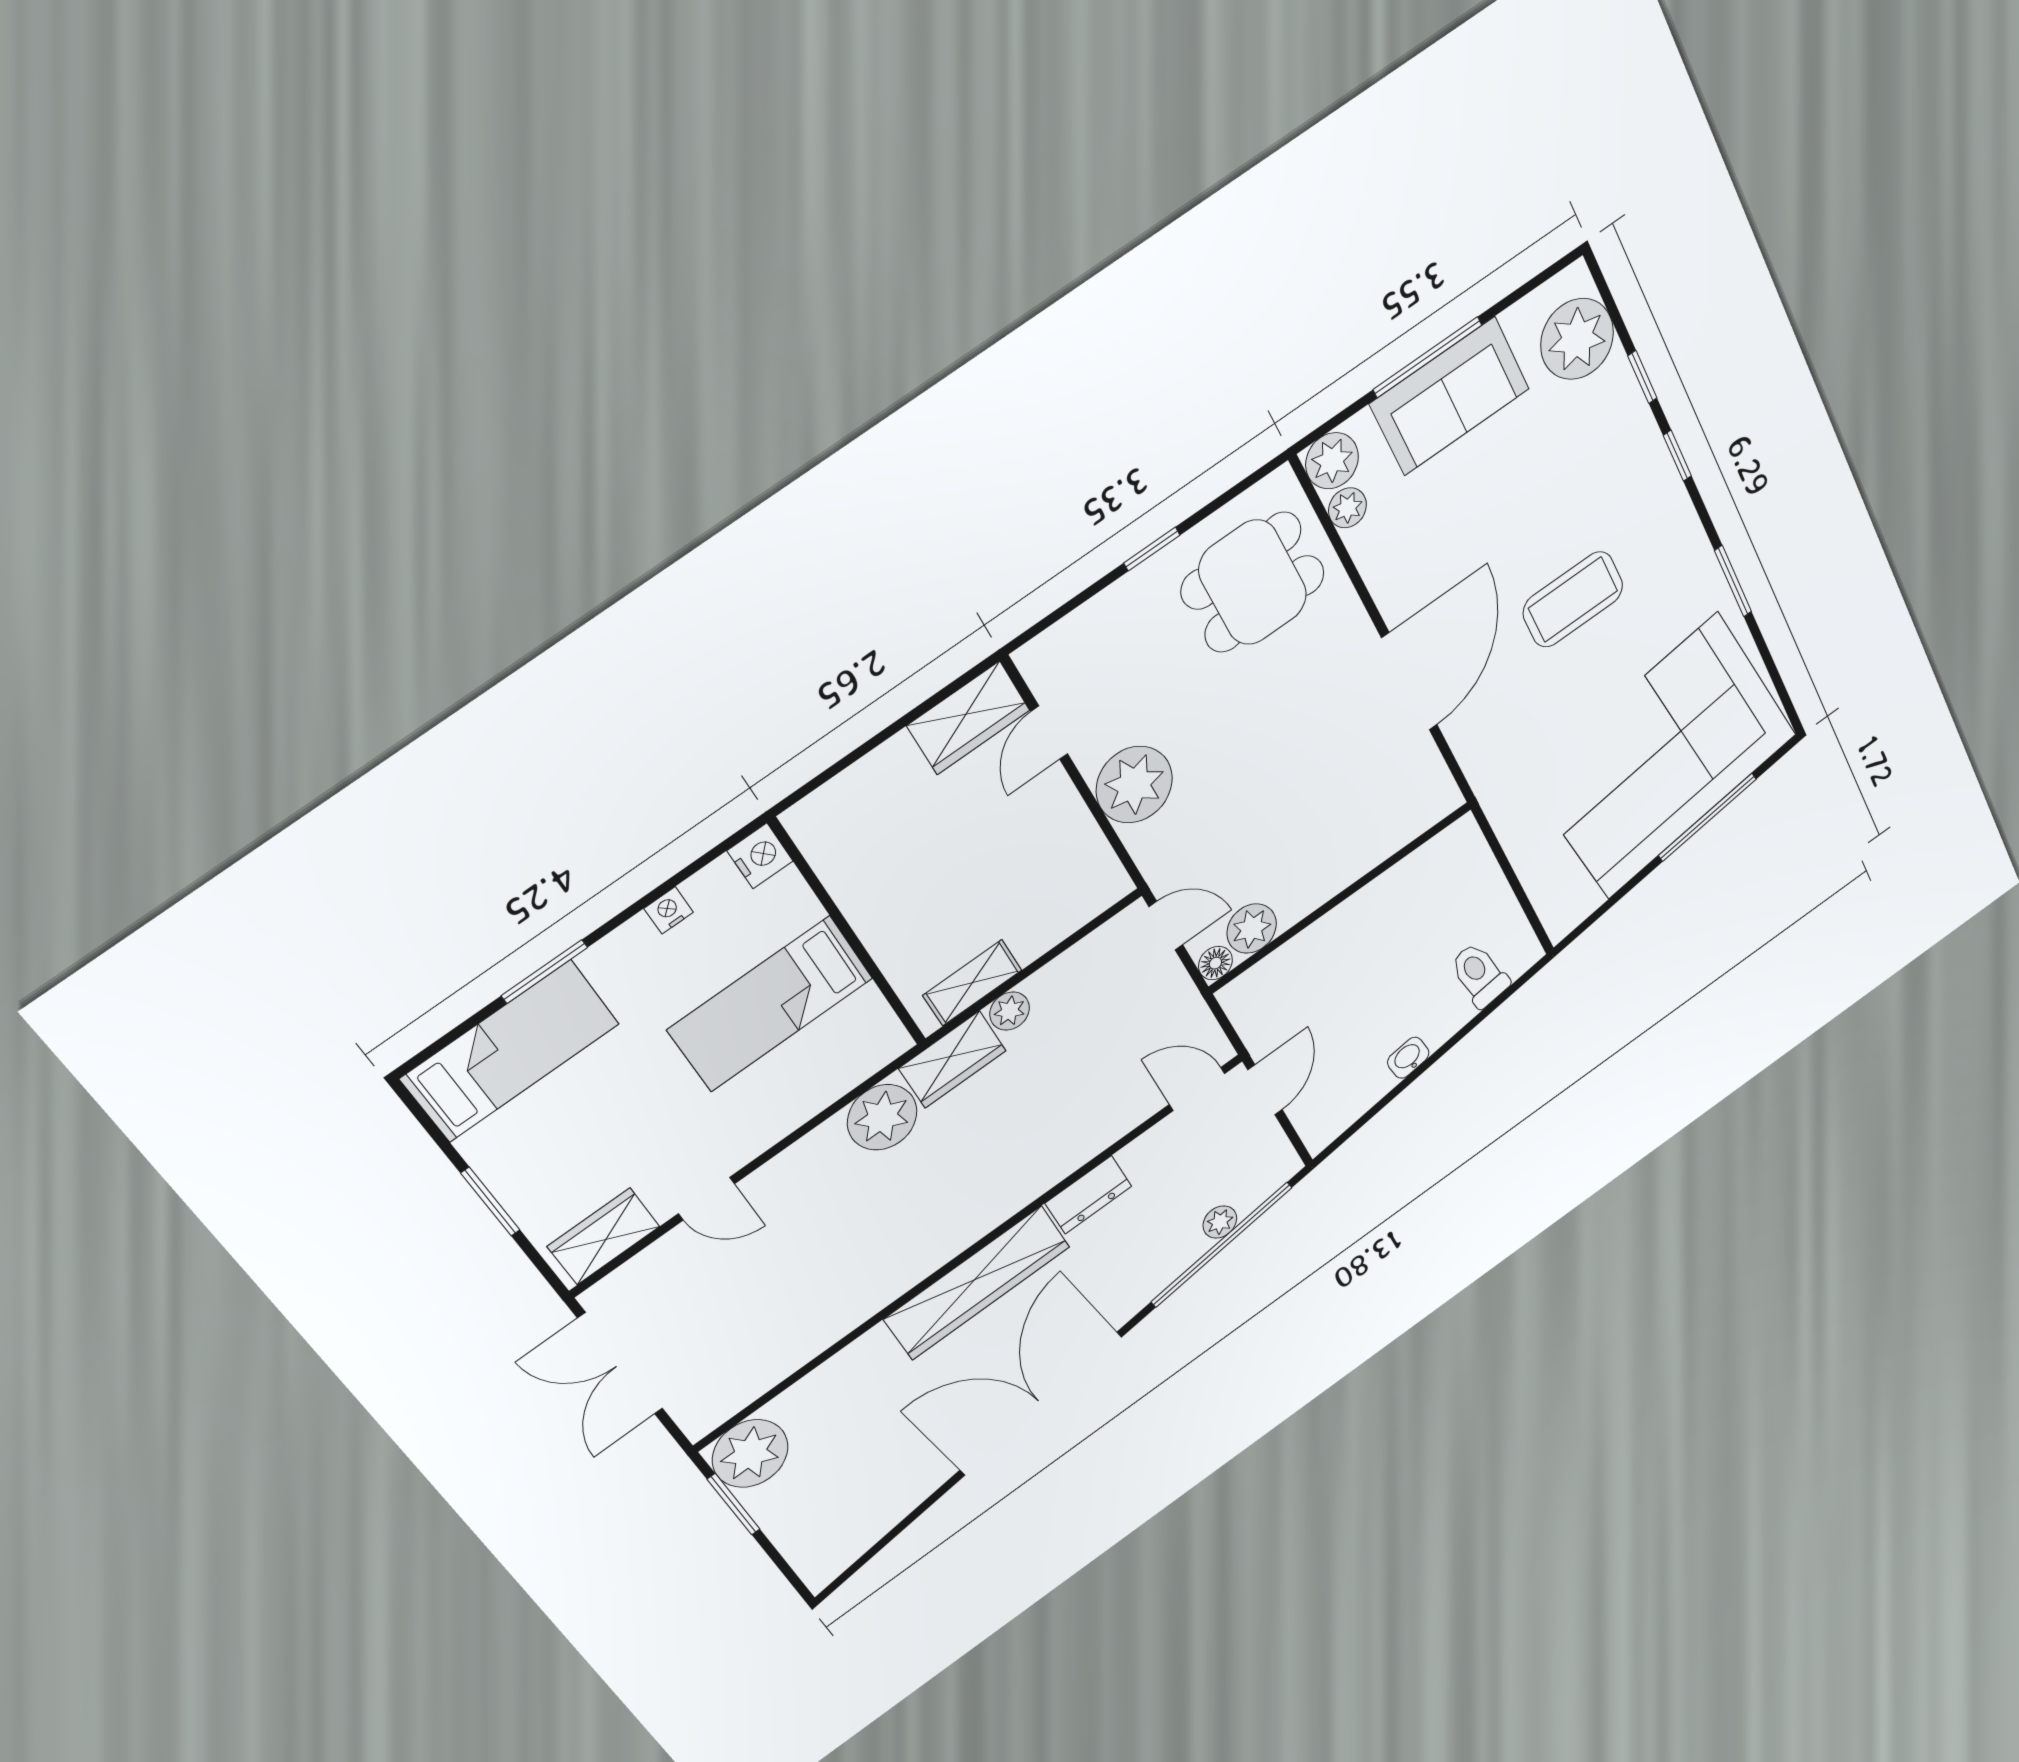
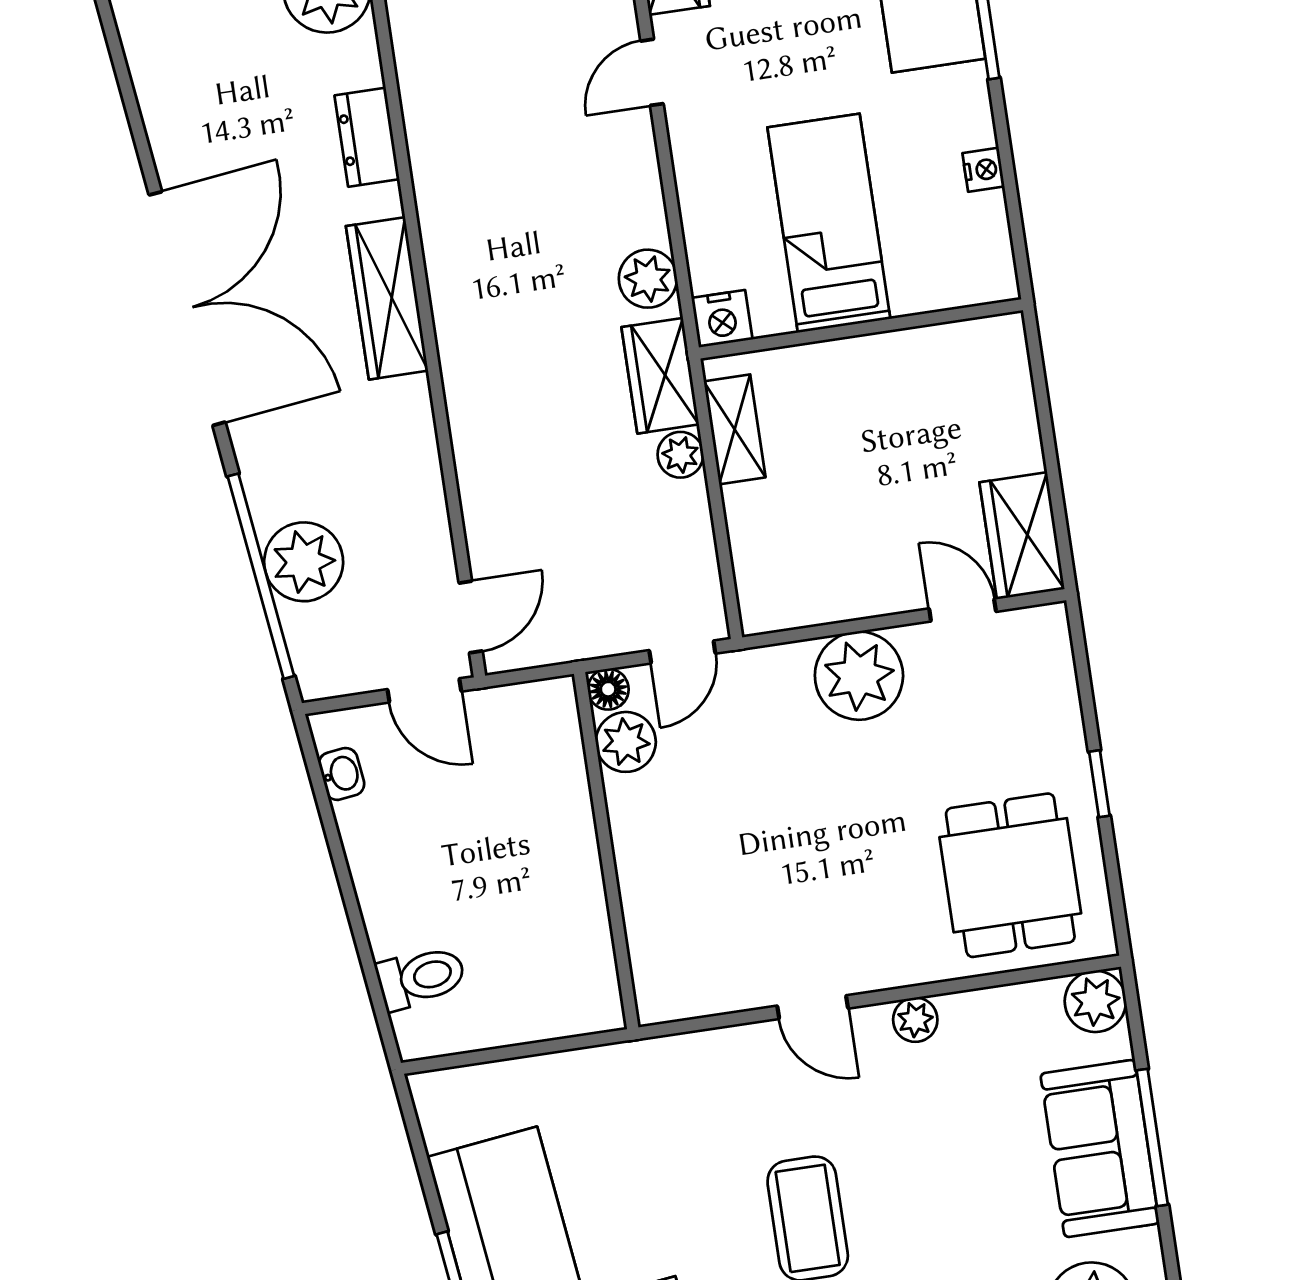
plant: (1347, 508) -> (915, 1020), moved
door: (1409, 681) -> (813, 1007), width x0.53
nightstand: (760, 856) -> (722, 319), moved
washbasin: (1408, 1058) -> (342, 774), moved
plant: (882, 1117) -> (648, 279), width x0.73, depth x0.73
dresser: (1088, 1195) -> (367, 137), moved
plant: (1220, 1222) -> (304, 562), width x1.87, depth x1.87
wardrobe: (977, 1283) -> (387, 298), width x0.71, depth x0.85

